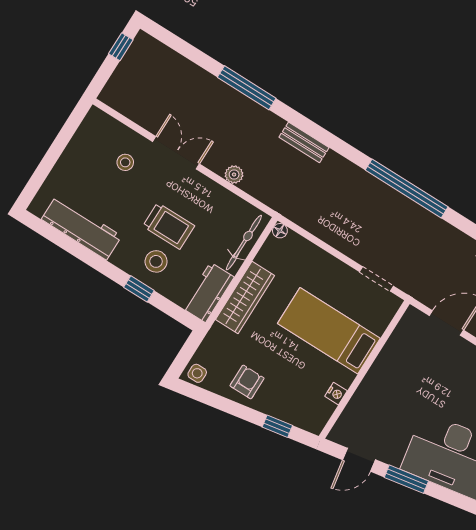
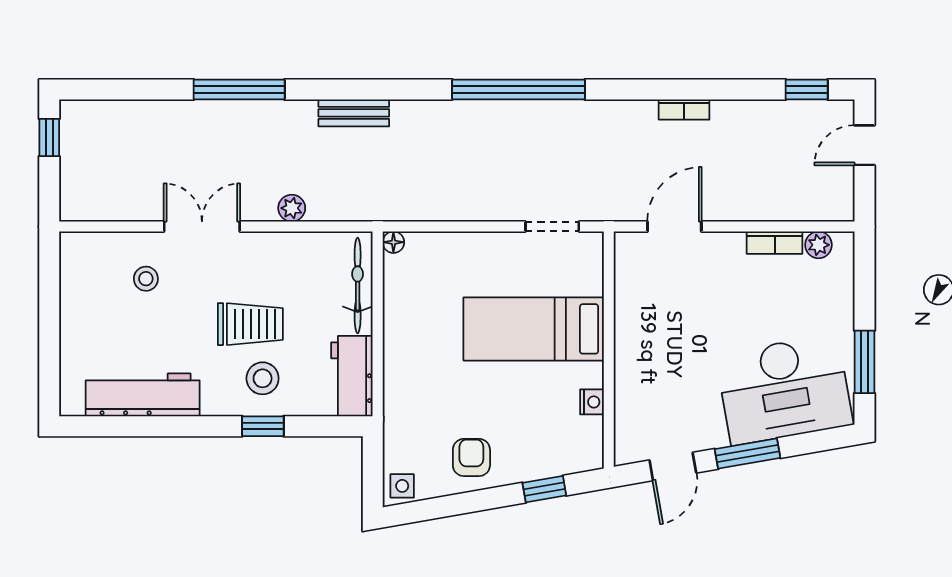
wardrobe: (245, 297) -> (402, 353), removed

